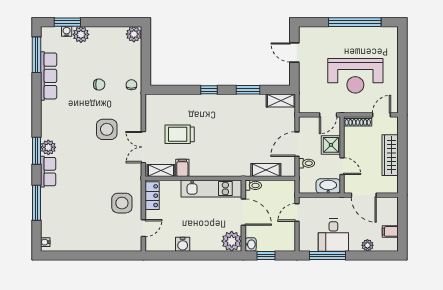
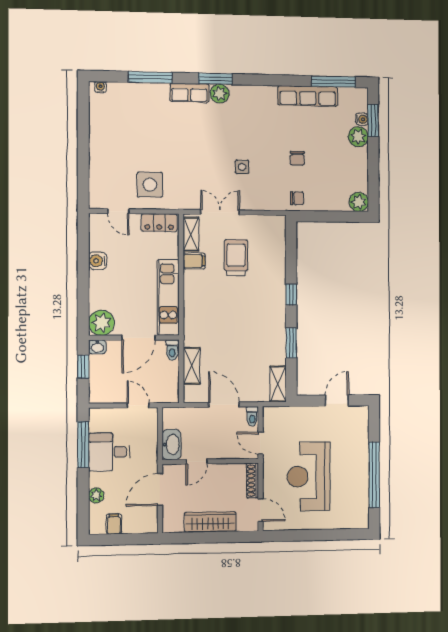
side table: (107, 129) -> (242, 167), width x0.54, depth x0.54
shower: (331, 145) -> (223, 447), removed
toilet: (307, 163) -> (252, 416), moved

